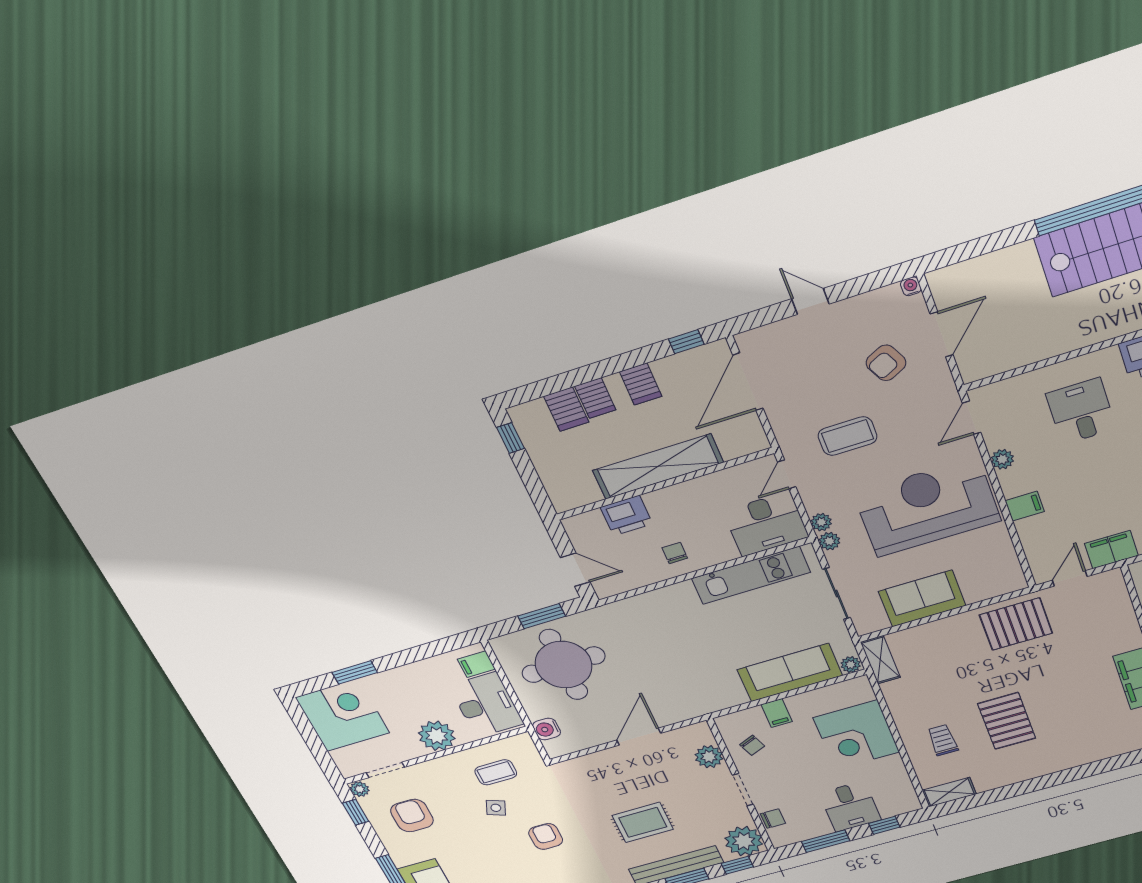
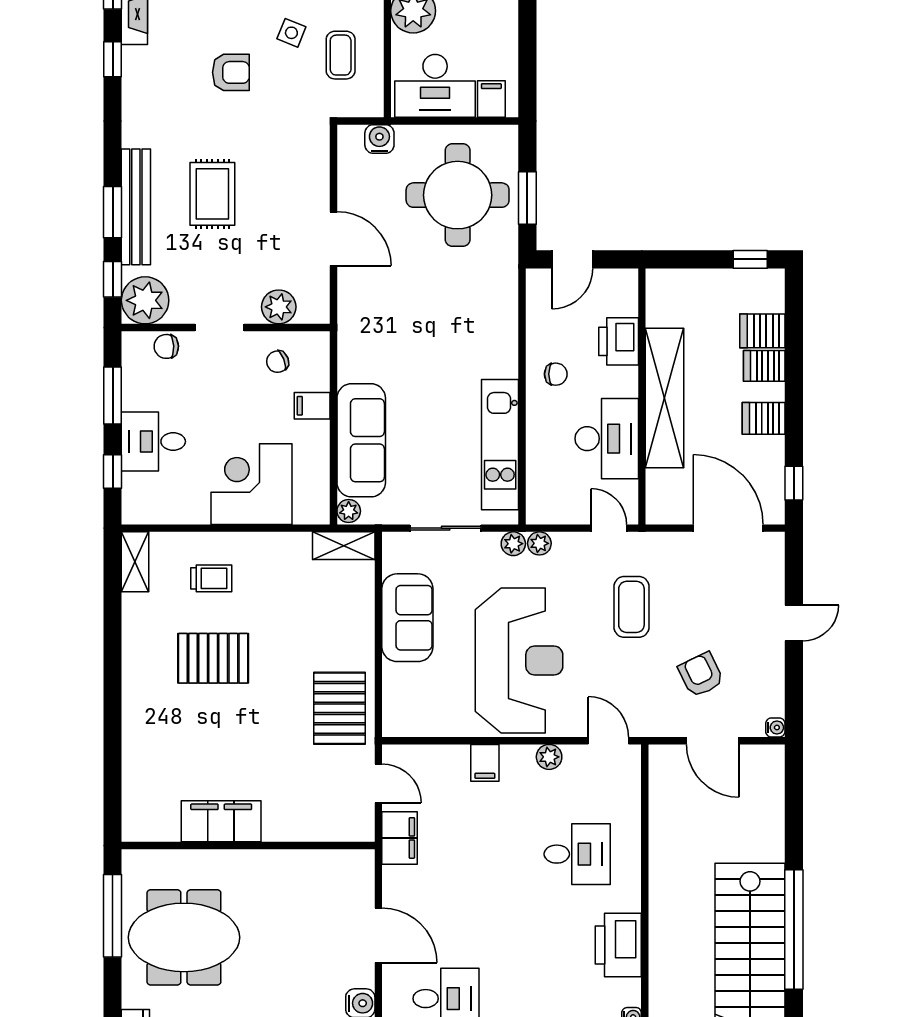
desk: (766, 524) -> (607, 439), moved, turned 180
chair: (773, 819) -> (166, 346), turned 88

